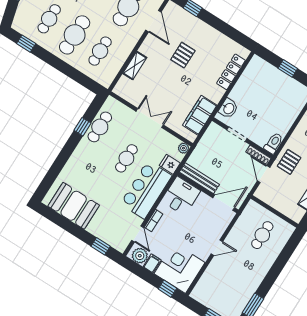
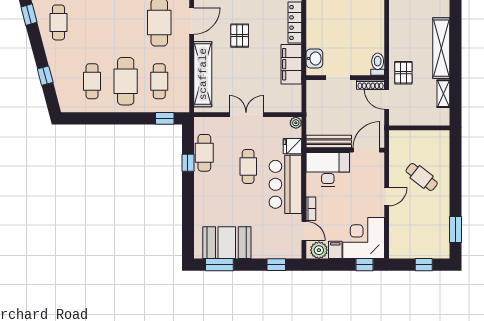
door: (153, 21) -> (192, 21), hinge flipped
window: (26, 44) -> (165, 118), moved
shelving: (135, 66) -> (203, 74), width x2.20, depth x1.33
filing cabinet: (200, 115) -> (291, 64), moved
desk: (181, 196) -> (328, 169), width x1.37
window: (58, 219) -> (219, 265), added
cafe table: (262, 235) -> (422, 177), moved, turned -52

